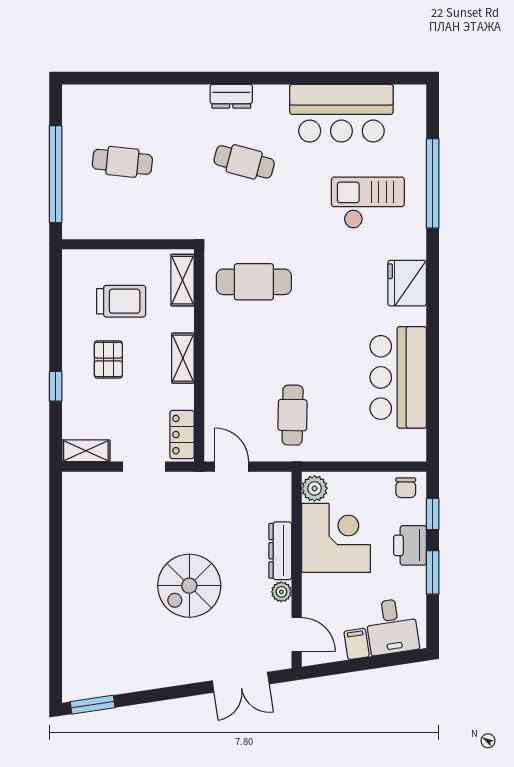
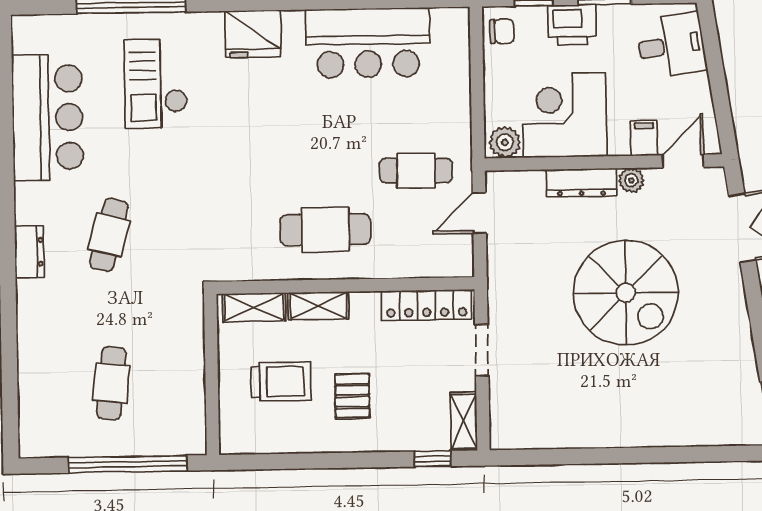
cafe table: (254, 282) -> (325, 230), moved, turned 90
trolley: (121, 301) -> (281, 382), turned 90
shelving: (183, 358) -> (318, 306), moved
pallet: (108, 360) -> (352, 396), turned 90
window: (56, 386) -> (432, 459), moved
locker: (182, 435) -> (427, 305), width x1.53
door: (232, 467) -> (479, 213), moved
spiral stairs: (189, 586) -> (626, 293), width x1.37, depth x1.37
filing cabinet: (357, 644) -> (644, 138), moved, turned 99

